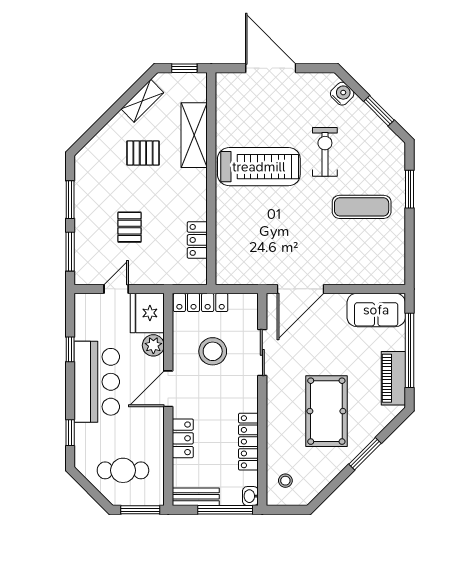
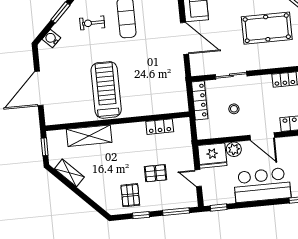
exercise bike: (325, 152) -> (92, 23), moved, width x0.73, depth x0.72
pallet: (143, 153) -> (130, 195), moved
window: (70, 200) -> (141, 215), width x0.67
door: (300, 289) -> (184, 38), moved
locker: (201, 302) -> (200, 100), moved
window: (70, 349) -> (219, 208), moved
stool: (213, 351) -> (234, 109), width x0.53, depth x0.53

